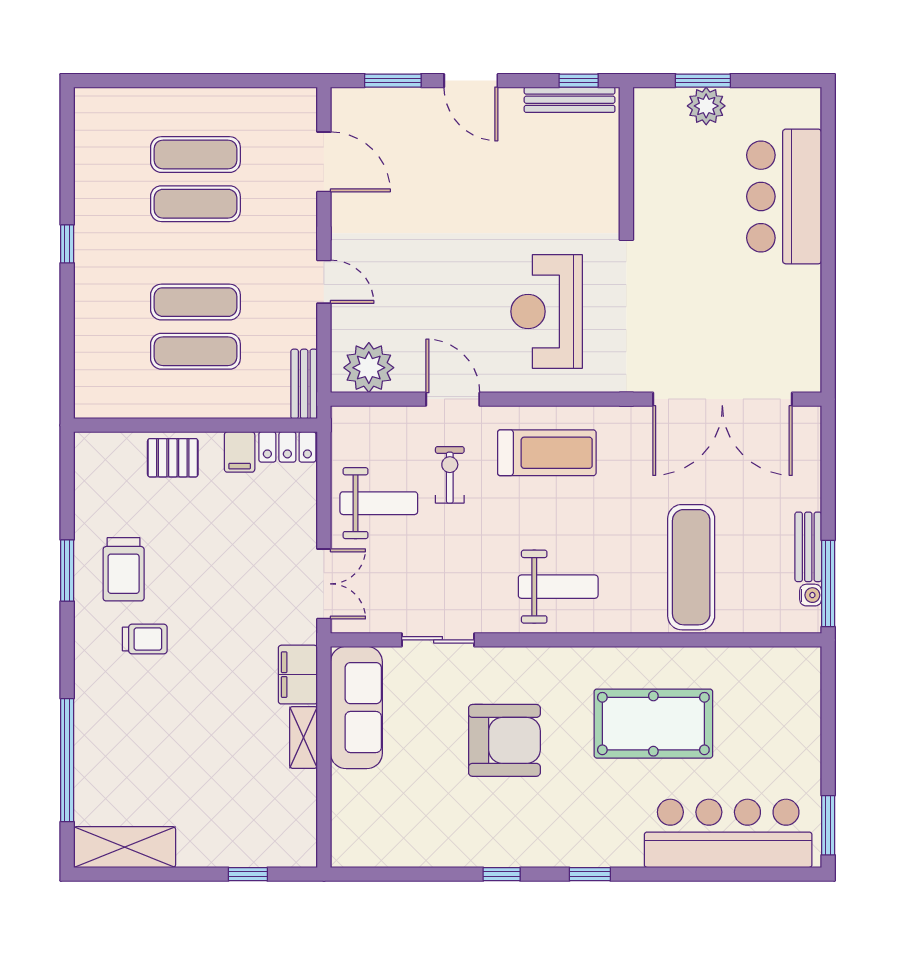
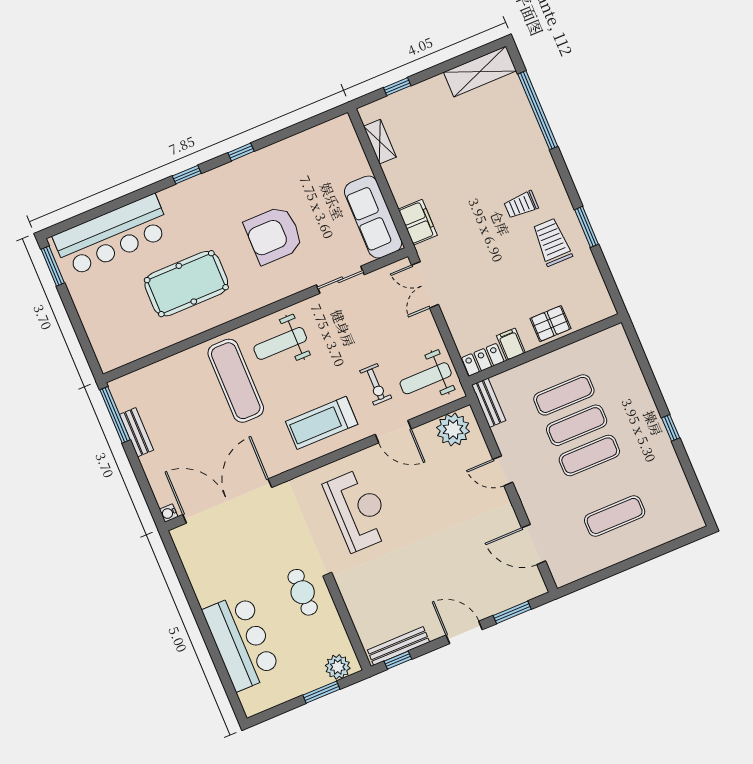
plant: (706, 106) -> (338, 667), moved
exercise mat: (195, 204) -> (589, 455), moved
cafe table: (671, 229) -> (303, 592), added
weight bench: (379, 503) -> (426, 378), moved
exercise mat: (691, 567) -> (236, 381), moved
water cooler: (811, 595) -> (169, 513), moved
shelving: (304, 737) -> (380, 142), moved

